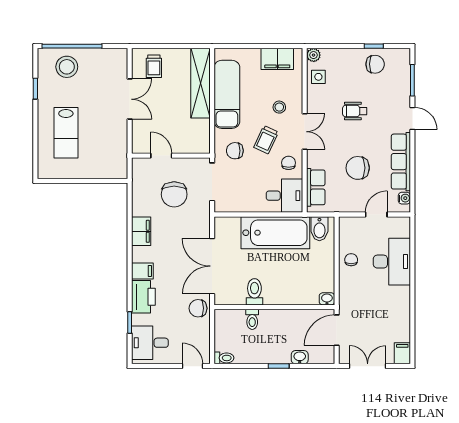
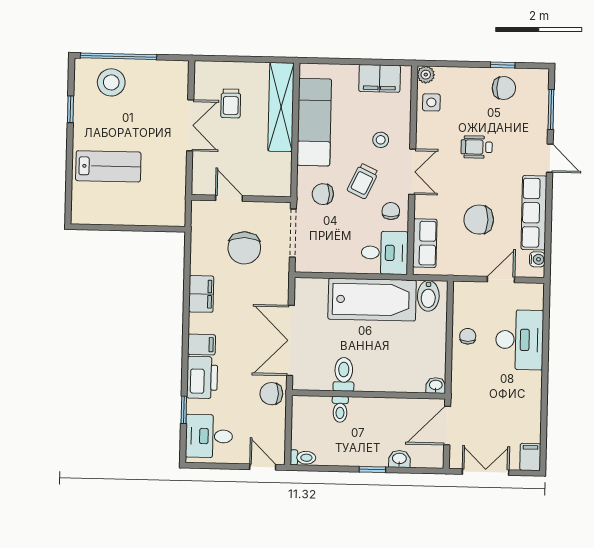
trolley: (154, 66) -> (231, 103), moved
lab bench: (66, 133) -> (108, 166), turned -90

